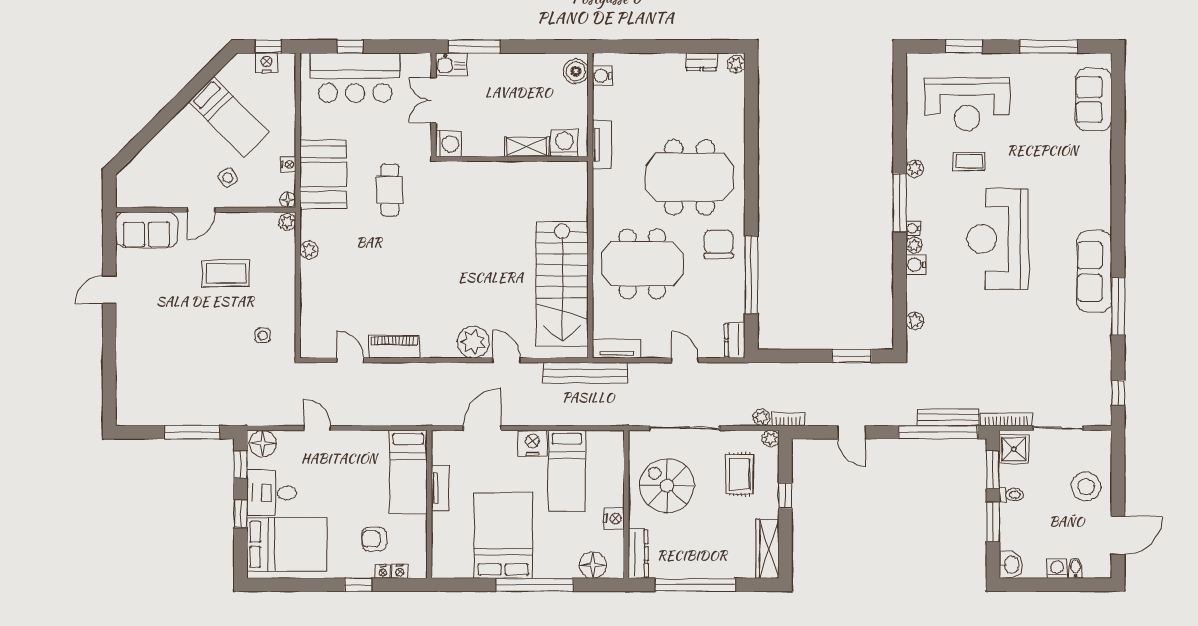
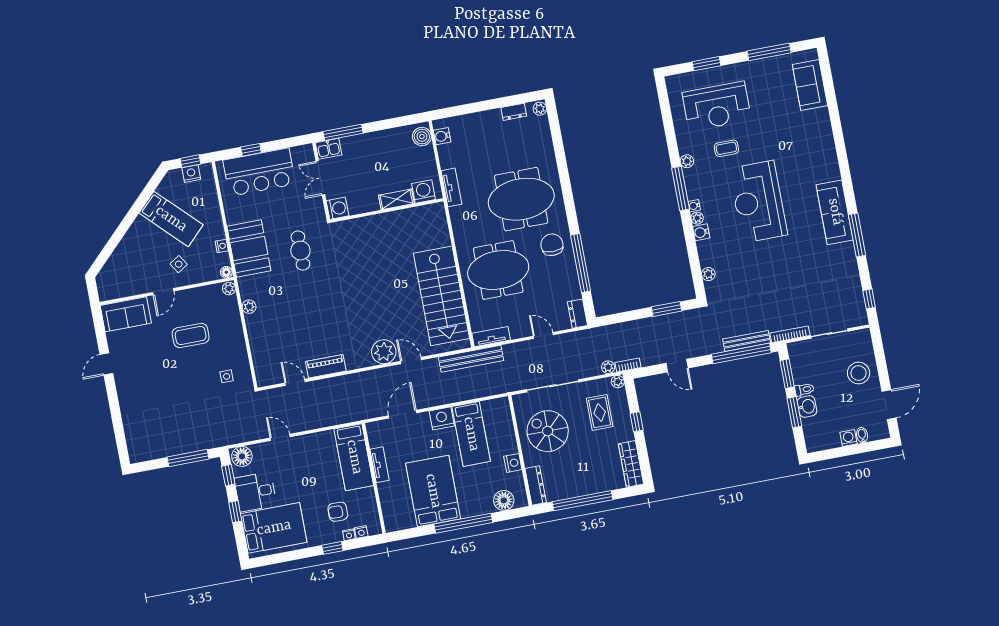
shower: (1014, 449) -> (800, 355), removed
washbasin: (1011, 565) -> (807, 407), moved

